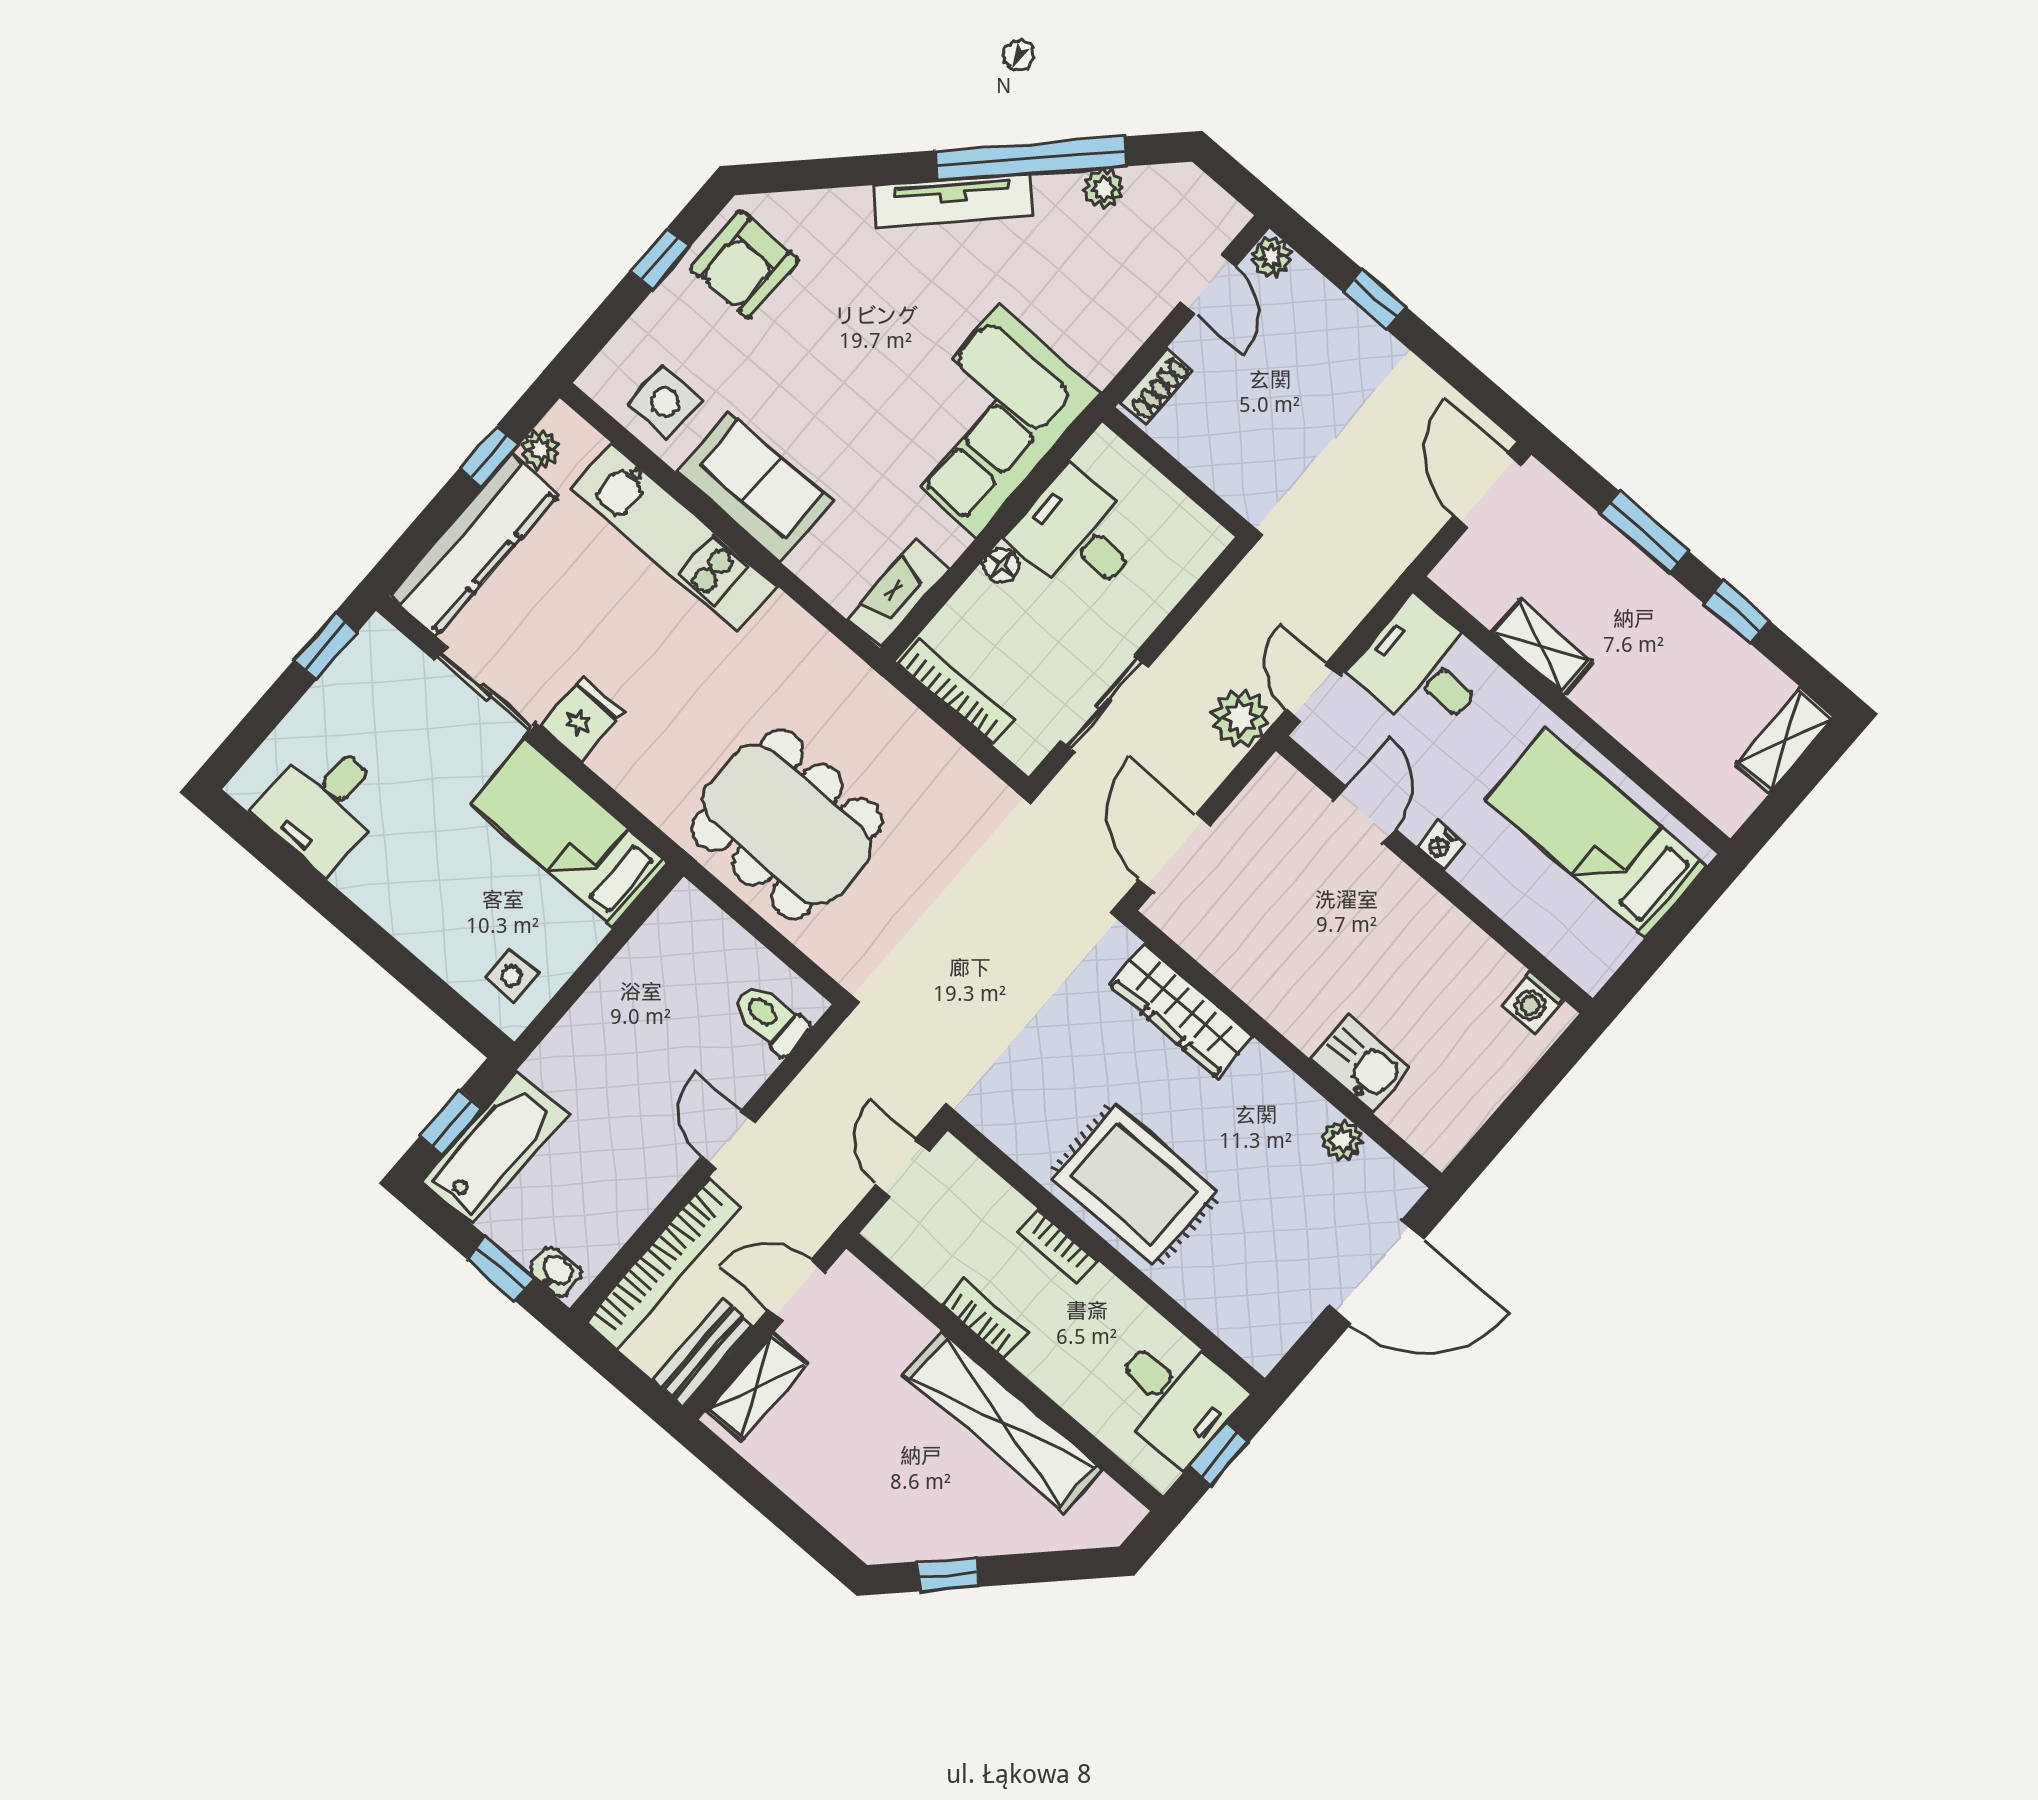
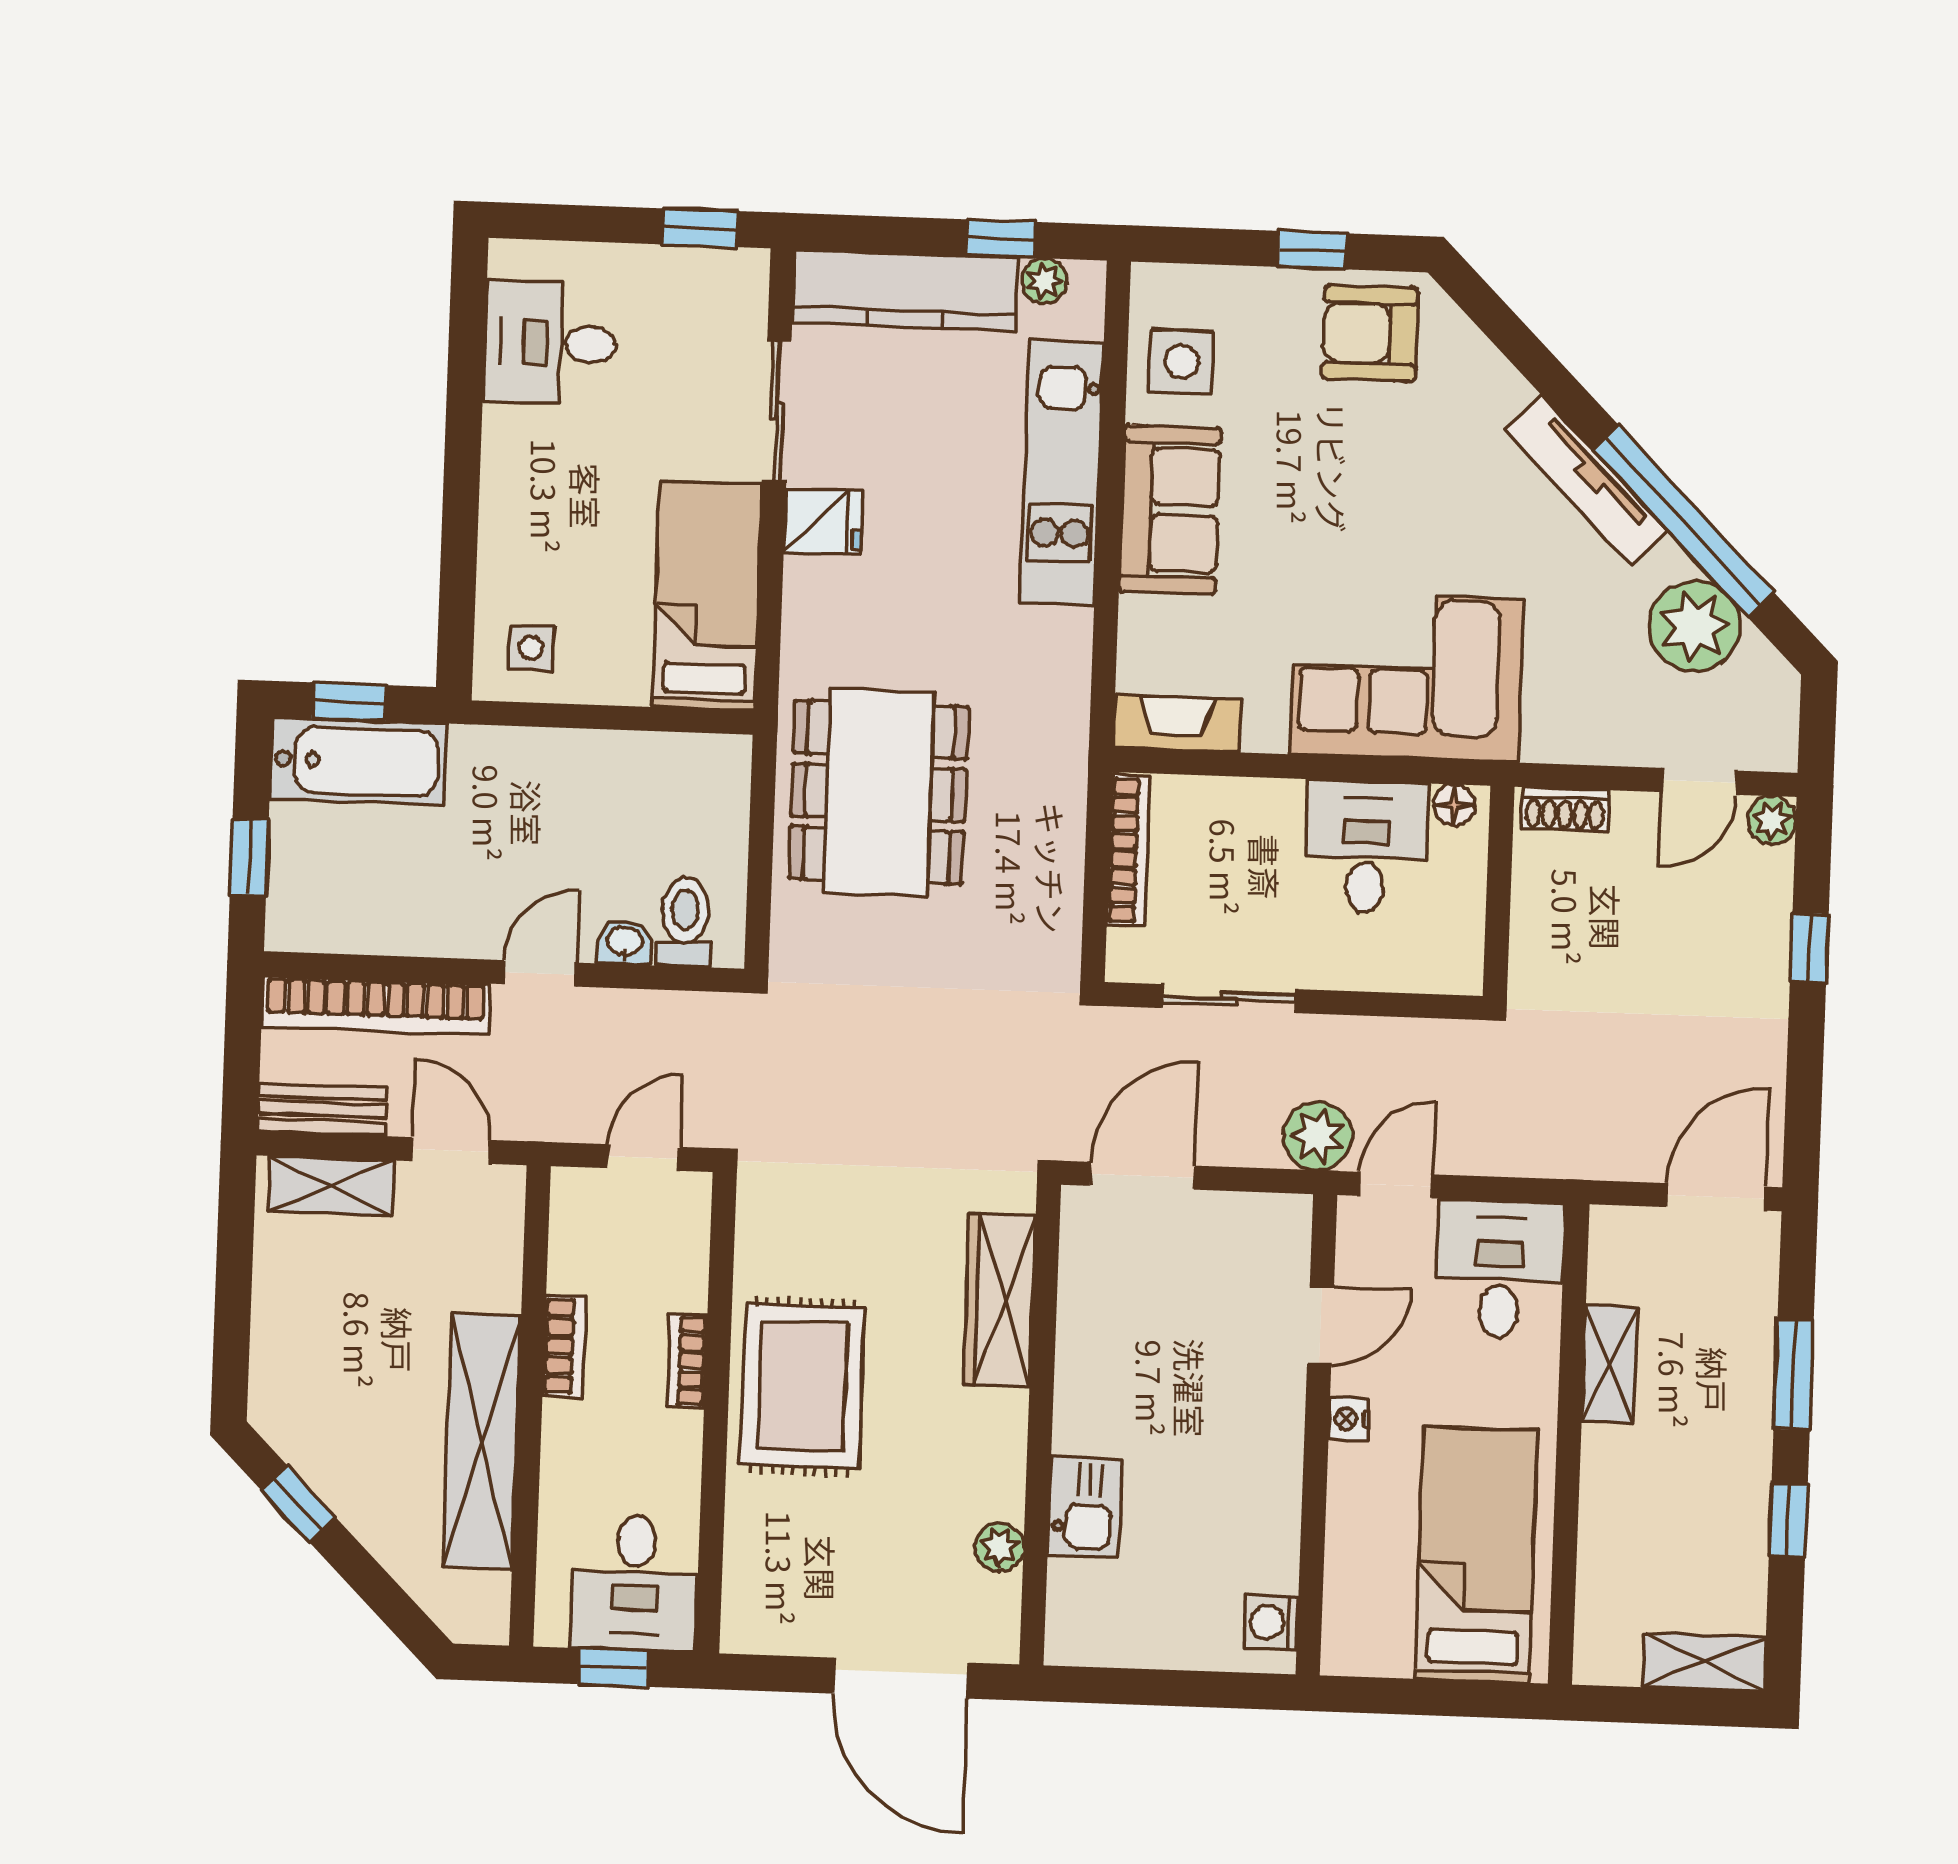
plant: (1103, 188) -> (1694, 626), width x1.88, depth x1.88
floor lamp: (1002, 565) -> (1454, 805), moved
washbasin: (556, 1272) -> (625, 942), moved, turned -90

